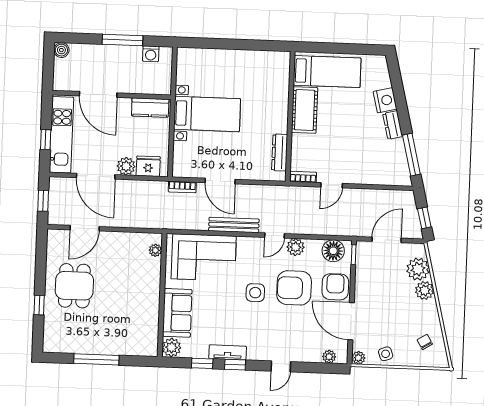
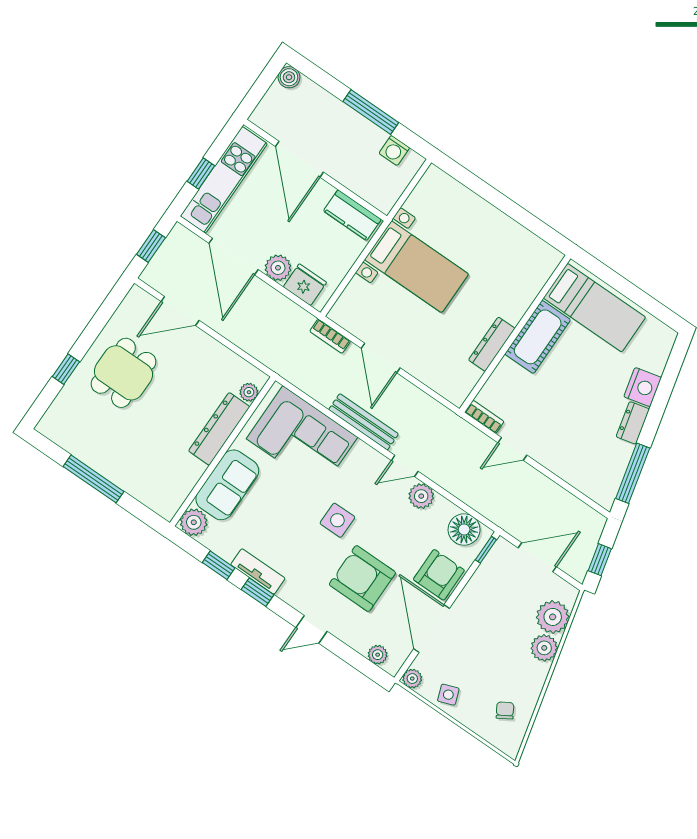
dresser: (280, 153) -> (492, 344), moved
dresser: (152, 283) -> (219, 429), added
armchair: (294, 288) -> (362, 578), moved

